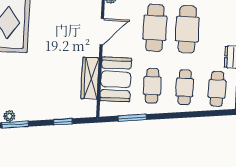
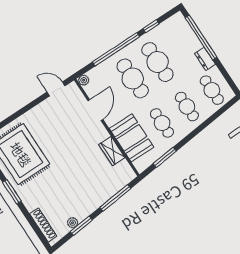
wardrobe: (90, 78) -> (112, 151), width x0.67
window: (63, 122) -> (115, 198), width x2.17

